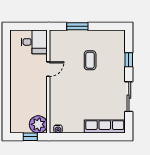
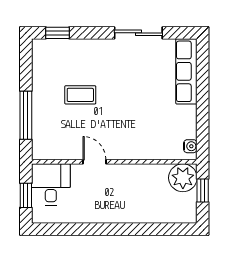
window: (27, 26) -> (26, 195), added
window: (77, 26) -> (26, 115), width x1.44
window: (129, 60) -> (58, 33), moved

